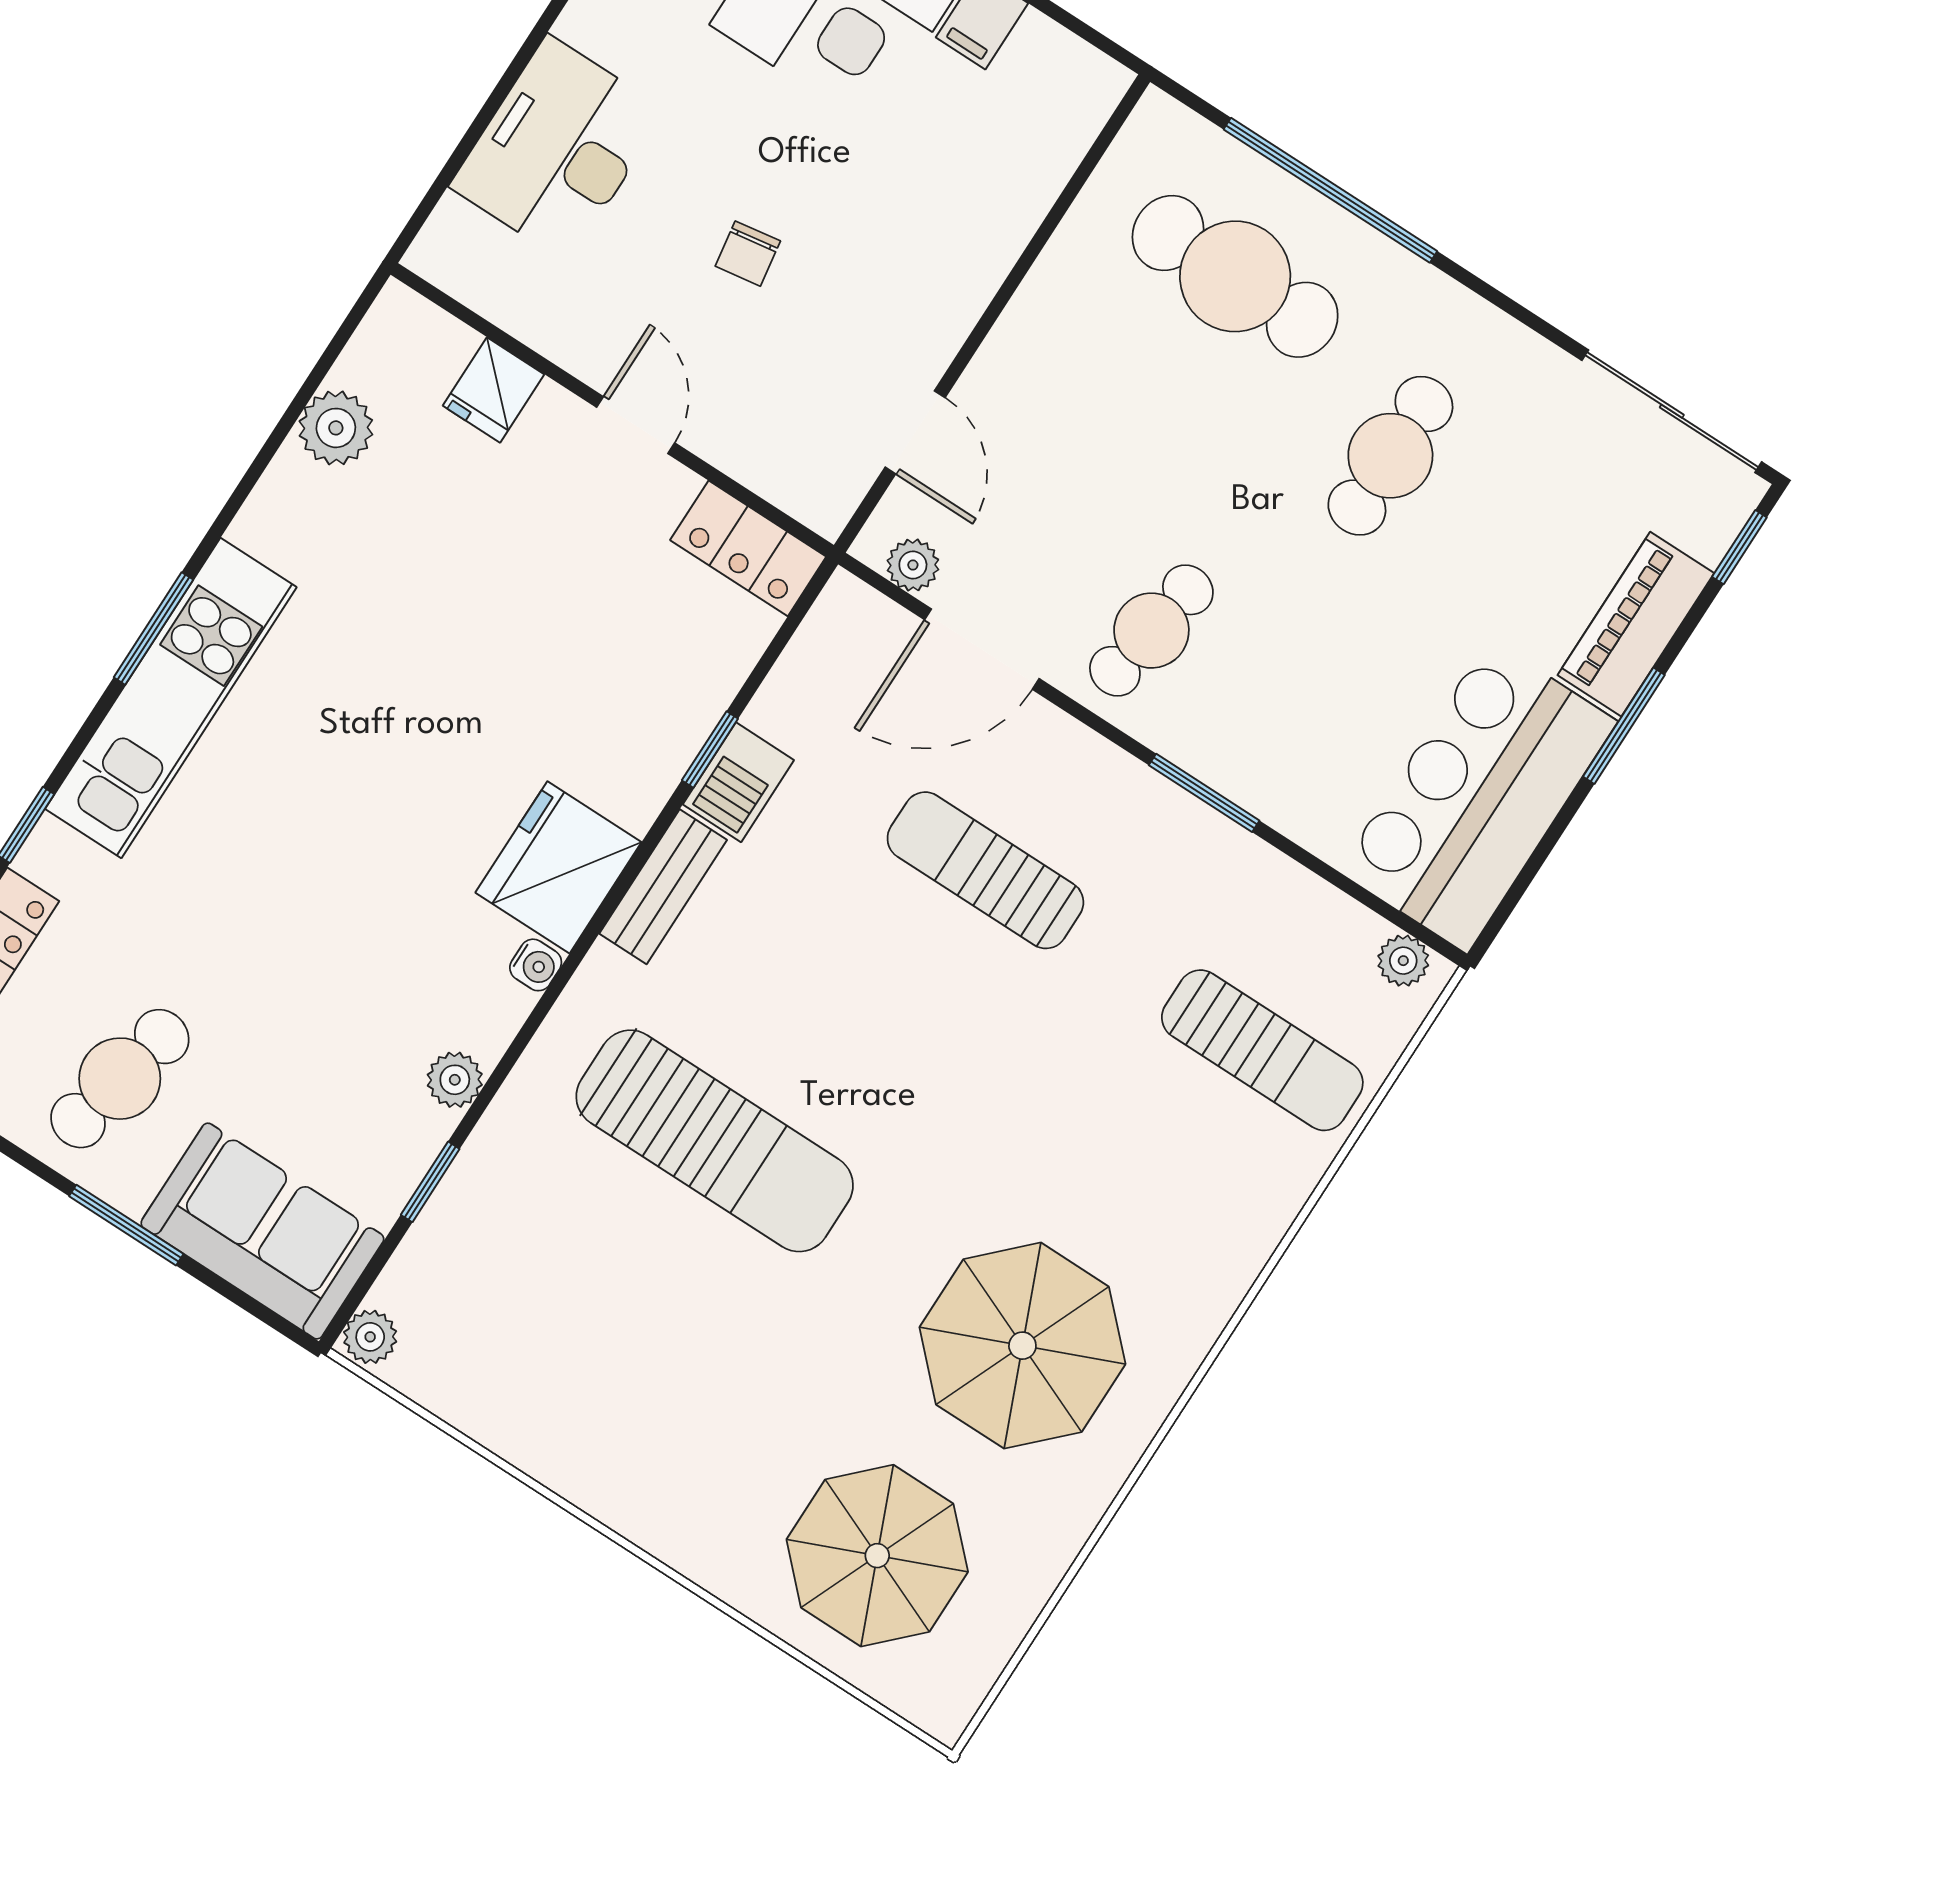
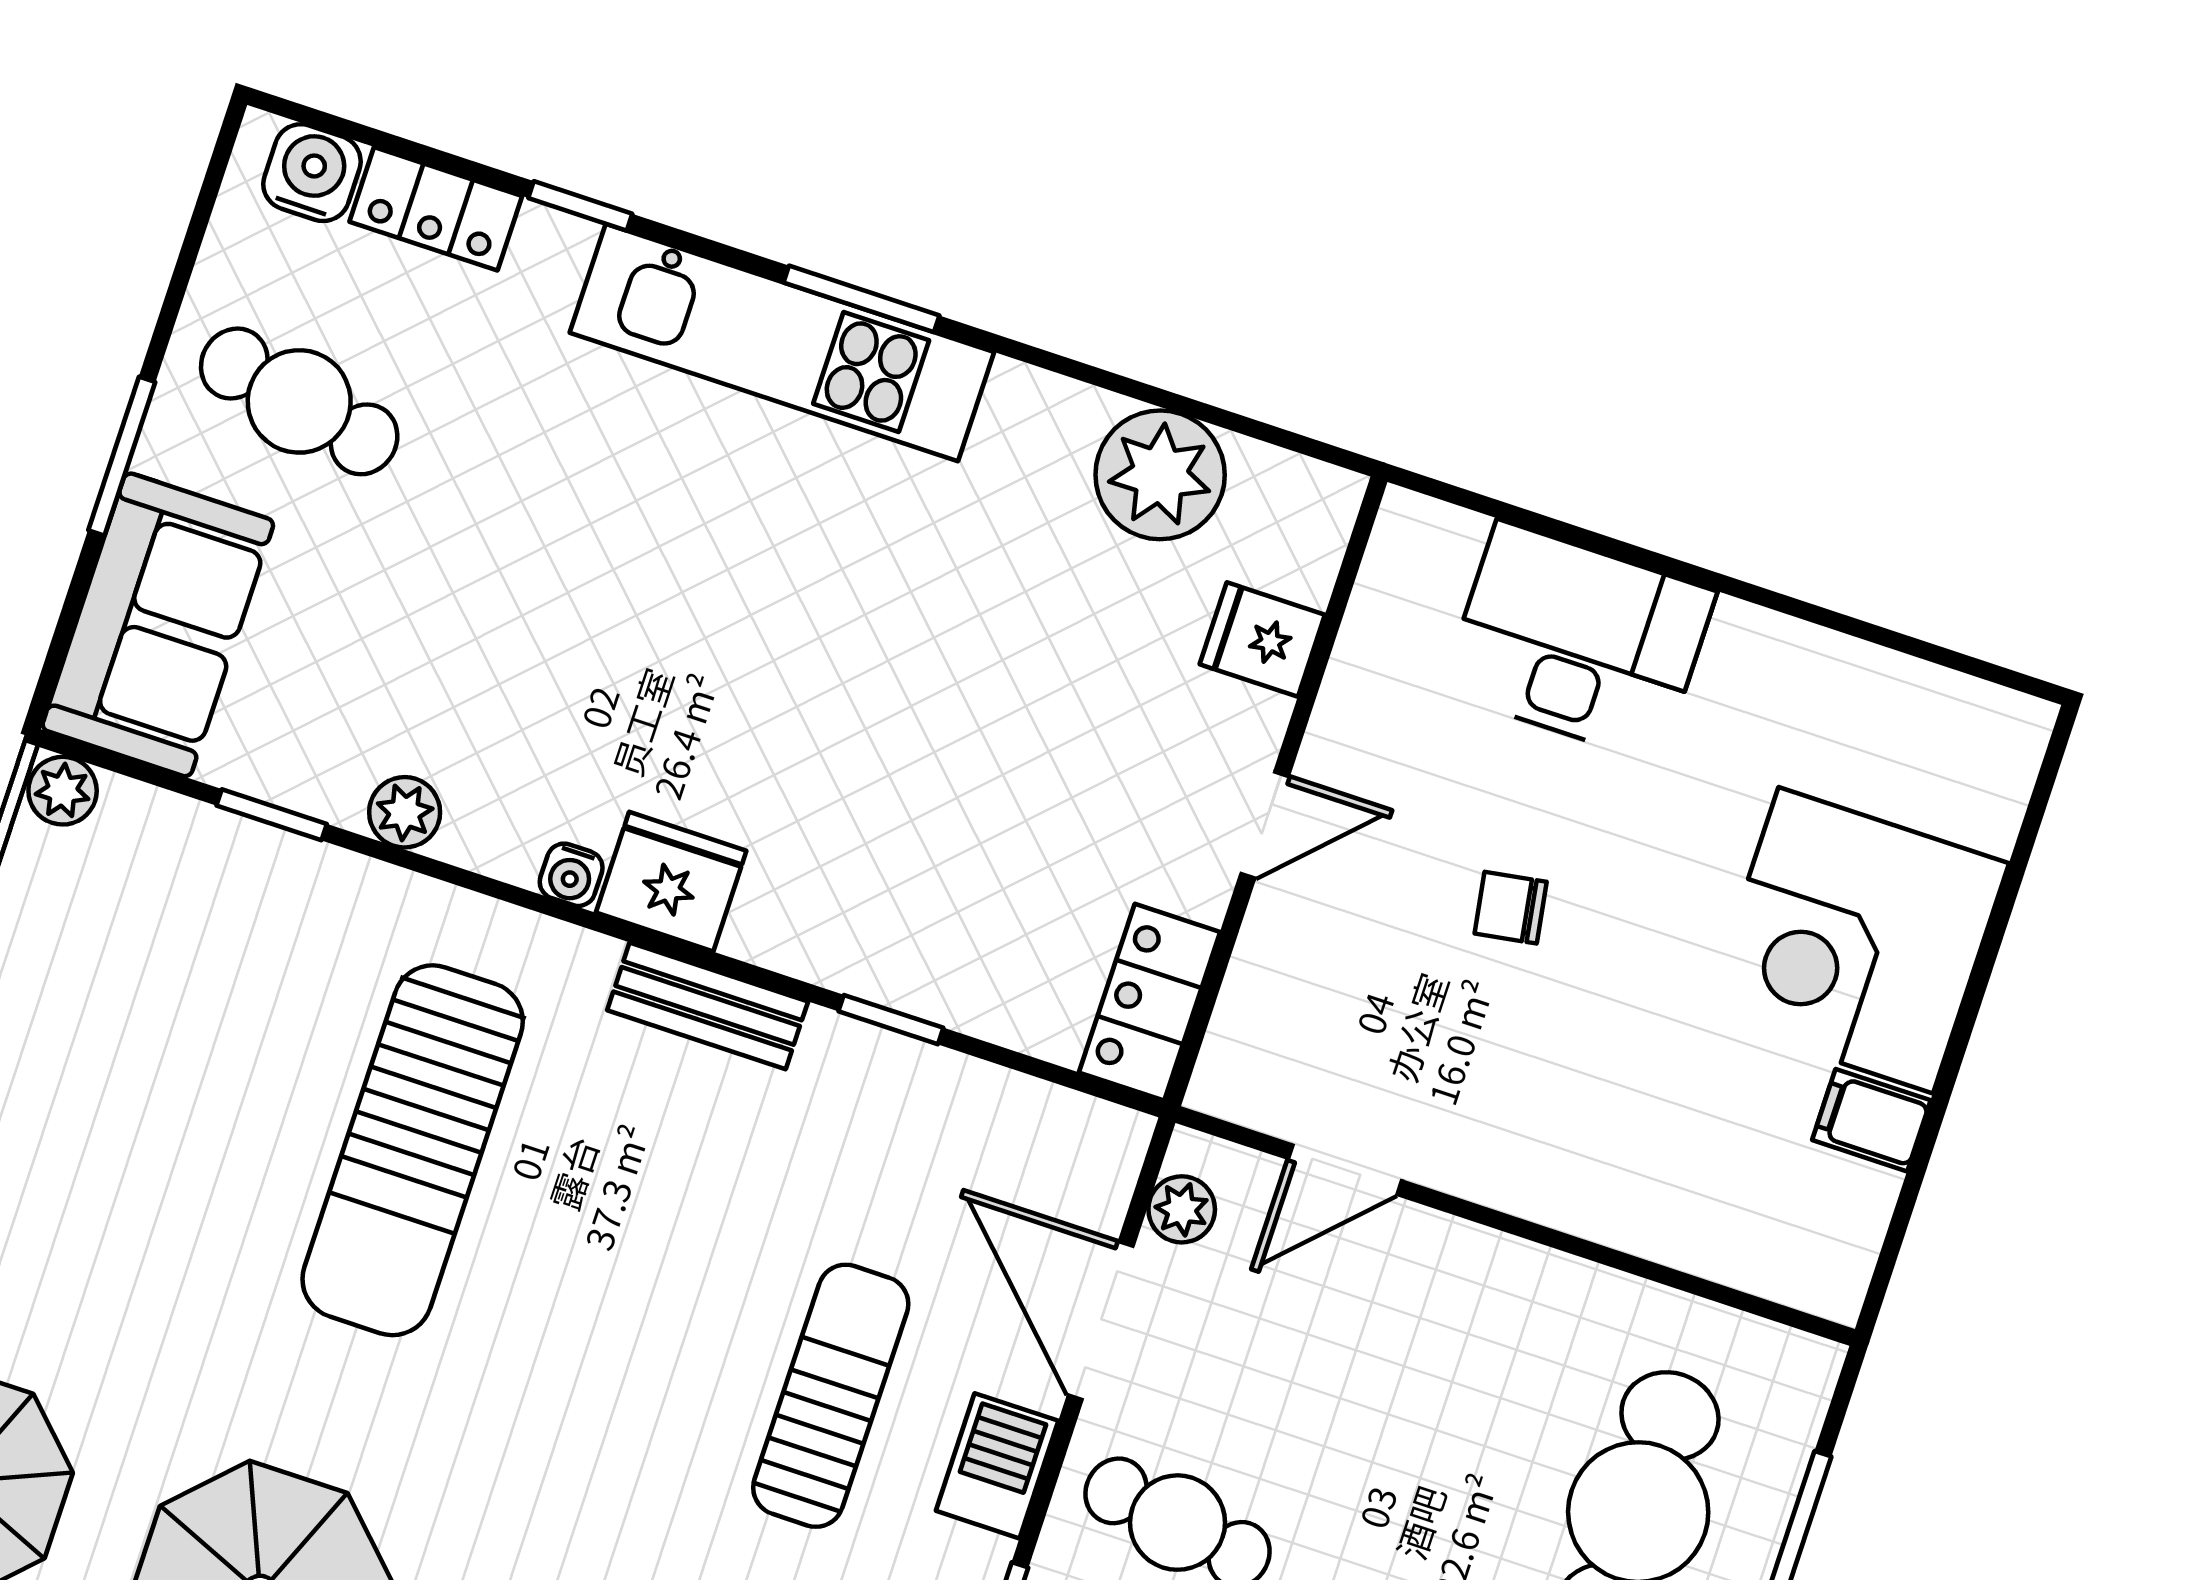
plant: (336, 428) -> (1160, 475), width x1.36, depth x1.36
barbecue: (738, 782) -> (997, 1466), moved, turned 90
fridge: (558, 867) -> (671, 882), width x0.73, depth x0.75

